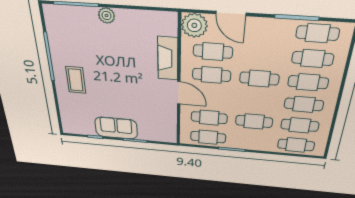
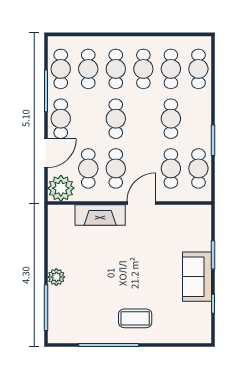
cafe table: (265, 30) -> (61, 119), added

